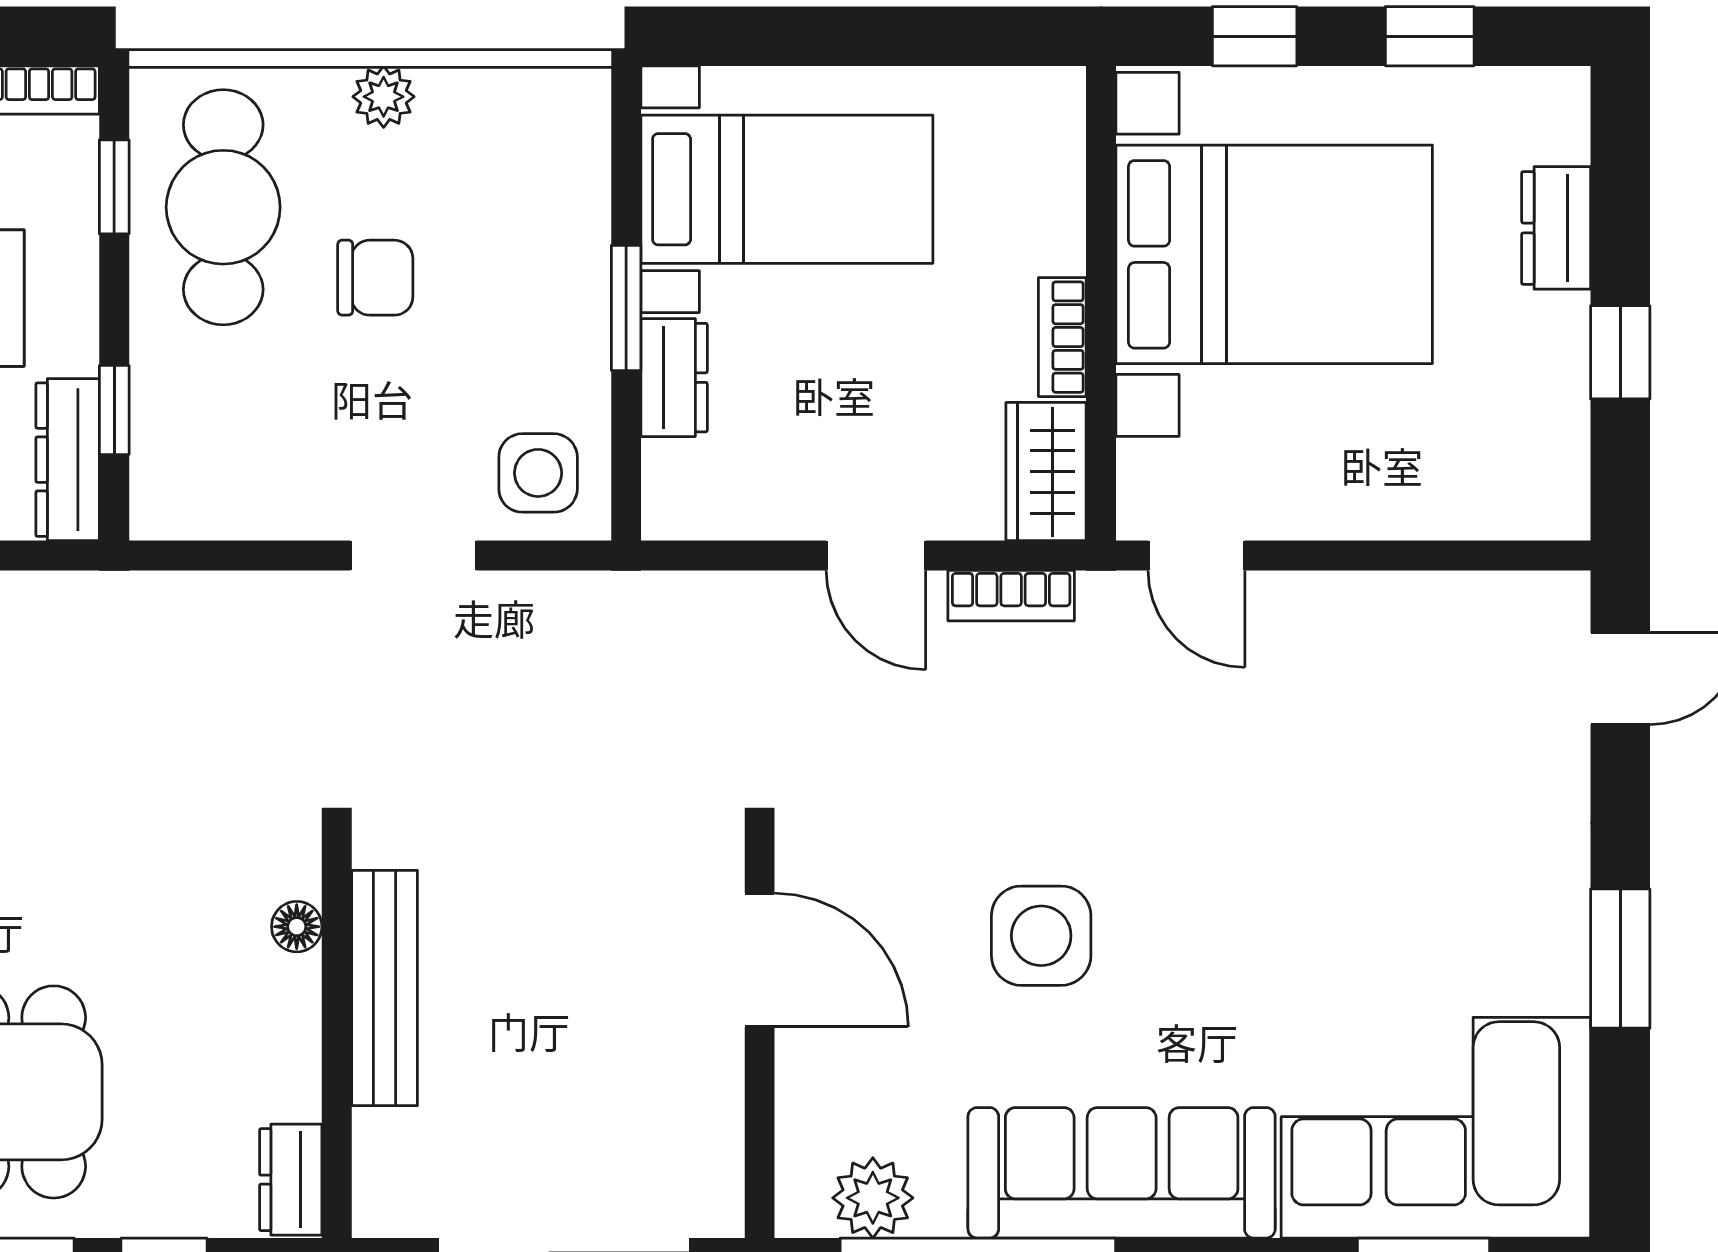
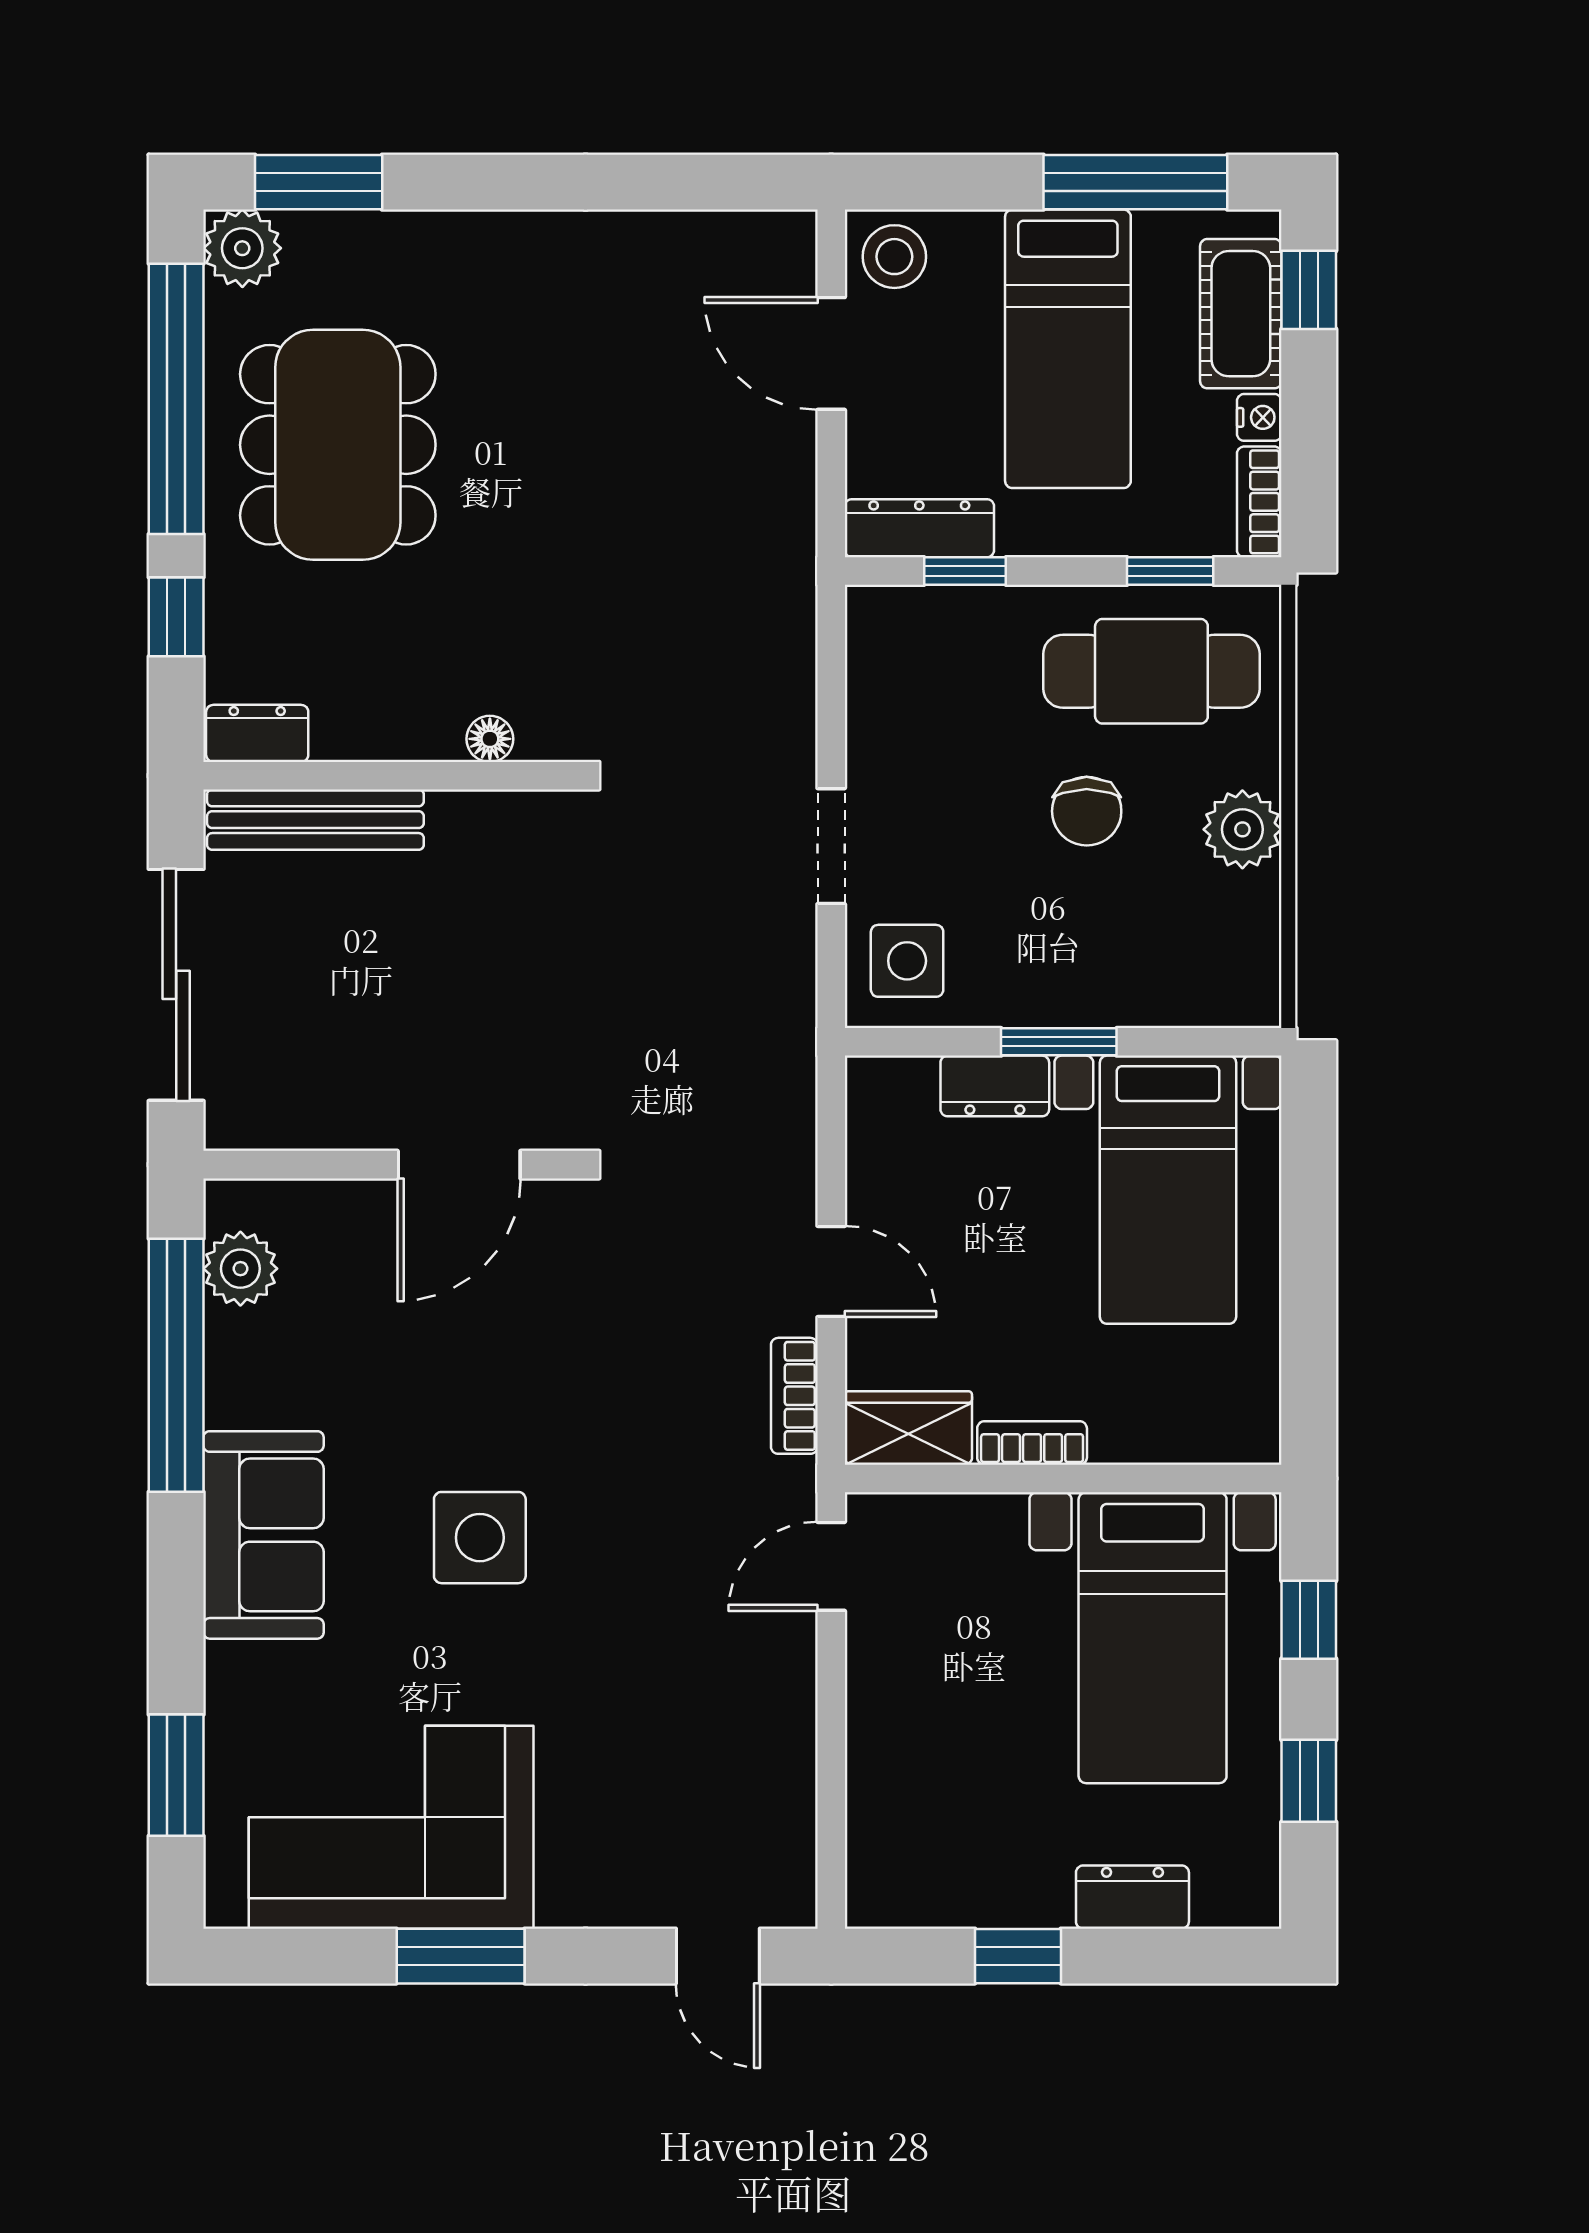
plant: (384, 97) -> (1242, 829), width x1.38, depth x1.38
bed with nightstands: (1274, 254) -> (1153, 1638), width x0.73
door: (876, 556) -> (831, 1271), swing flipped
side table: (1041, 936) -> (480, 1538), moved
bench: (385, 988) -> (315, 820), moved
corner sofa: (1436, 1128) -> (391, 1827), moved, turned -90
sofa: (1122, 1173) -> (263, 1535), width x0.73

